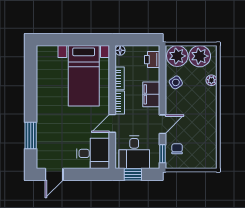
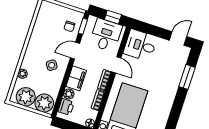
plant: (154, 75) -> (69, 94), added
side table: (176, 82) -> (52, 65), moved
door: (112, 123) -> (116, 65), hinge flipped

